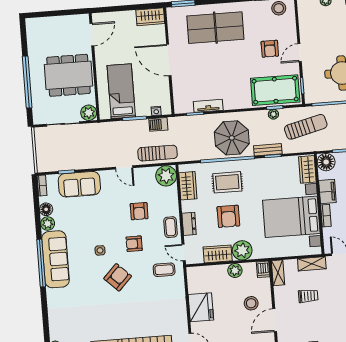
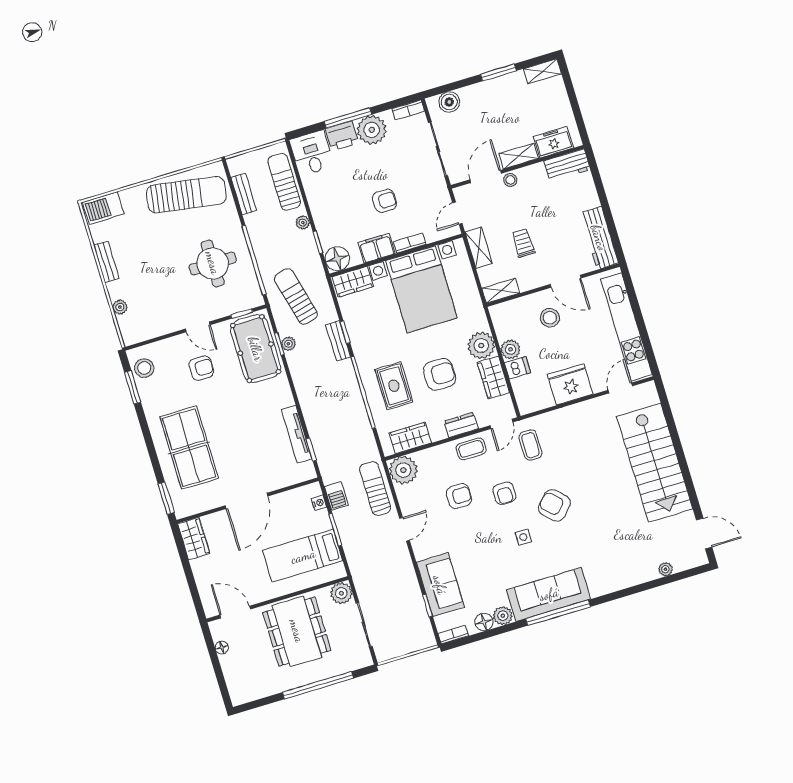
floor lamp: (69, 20) -> (222, 647), added
tv unit: (208, 106) -> (297, 434), width x1.41
parasol: (232, 138) -> (333, 393), removed
dishwasher: (263, 269) -> (517, 368), moved

